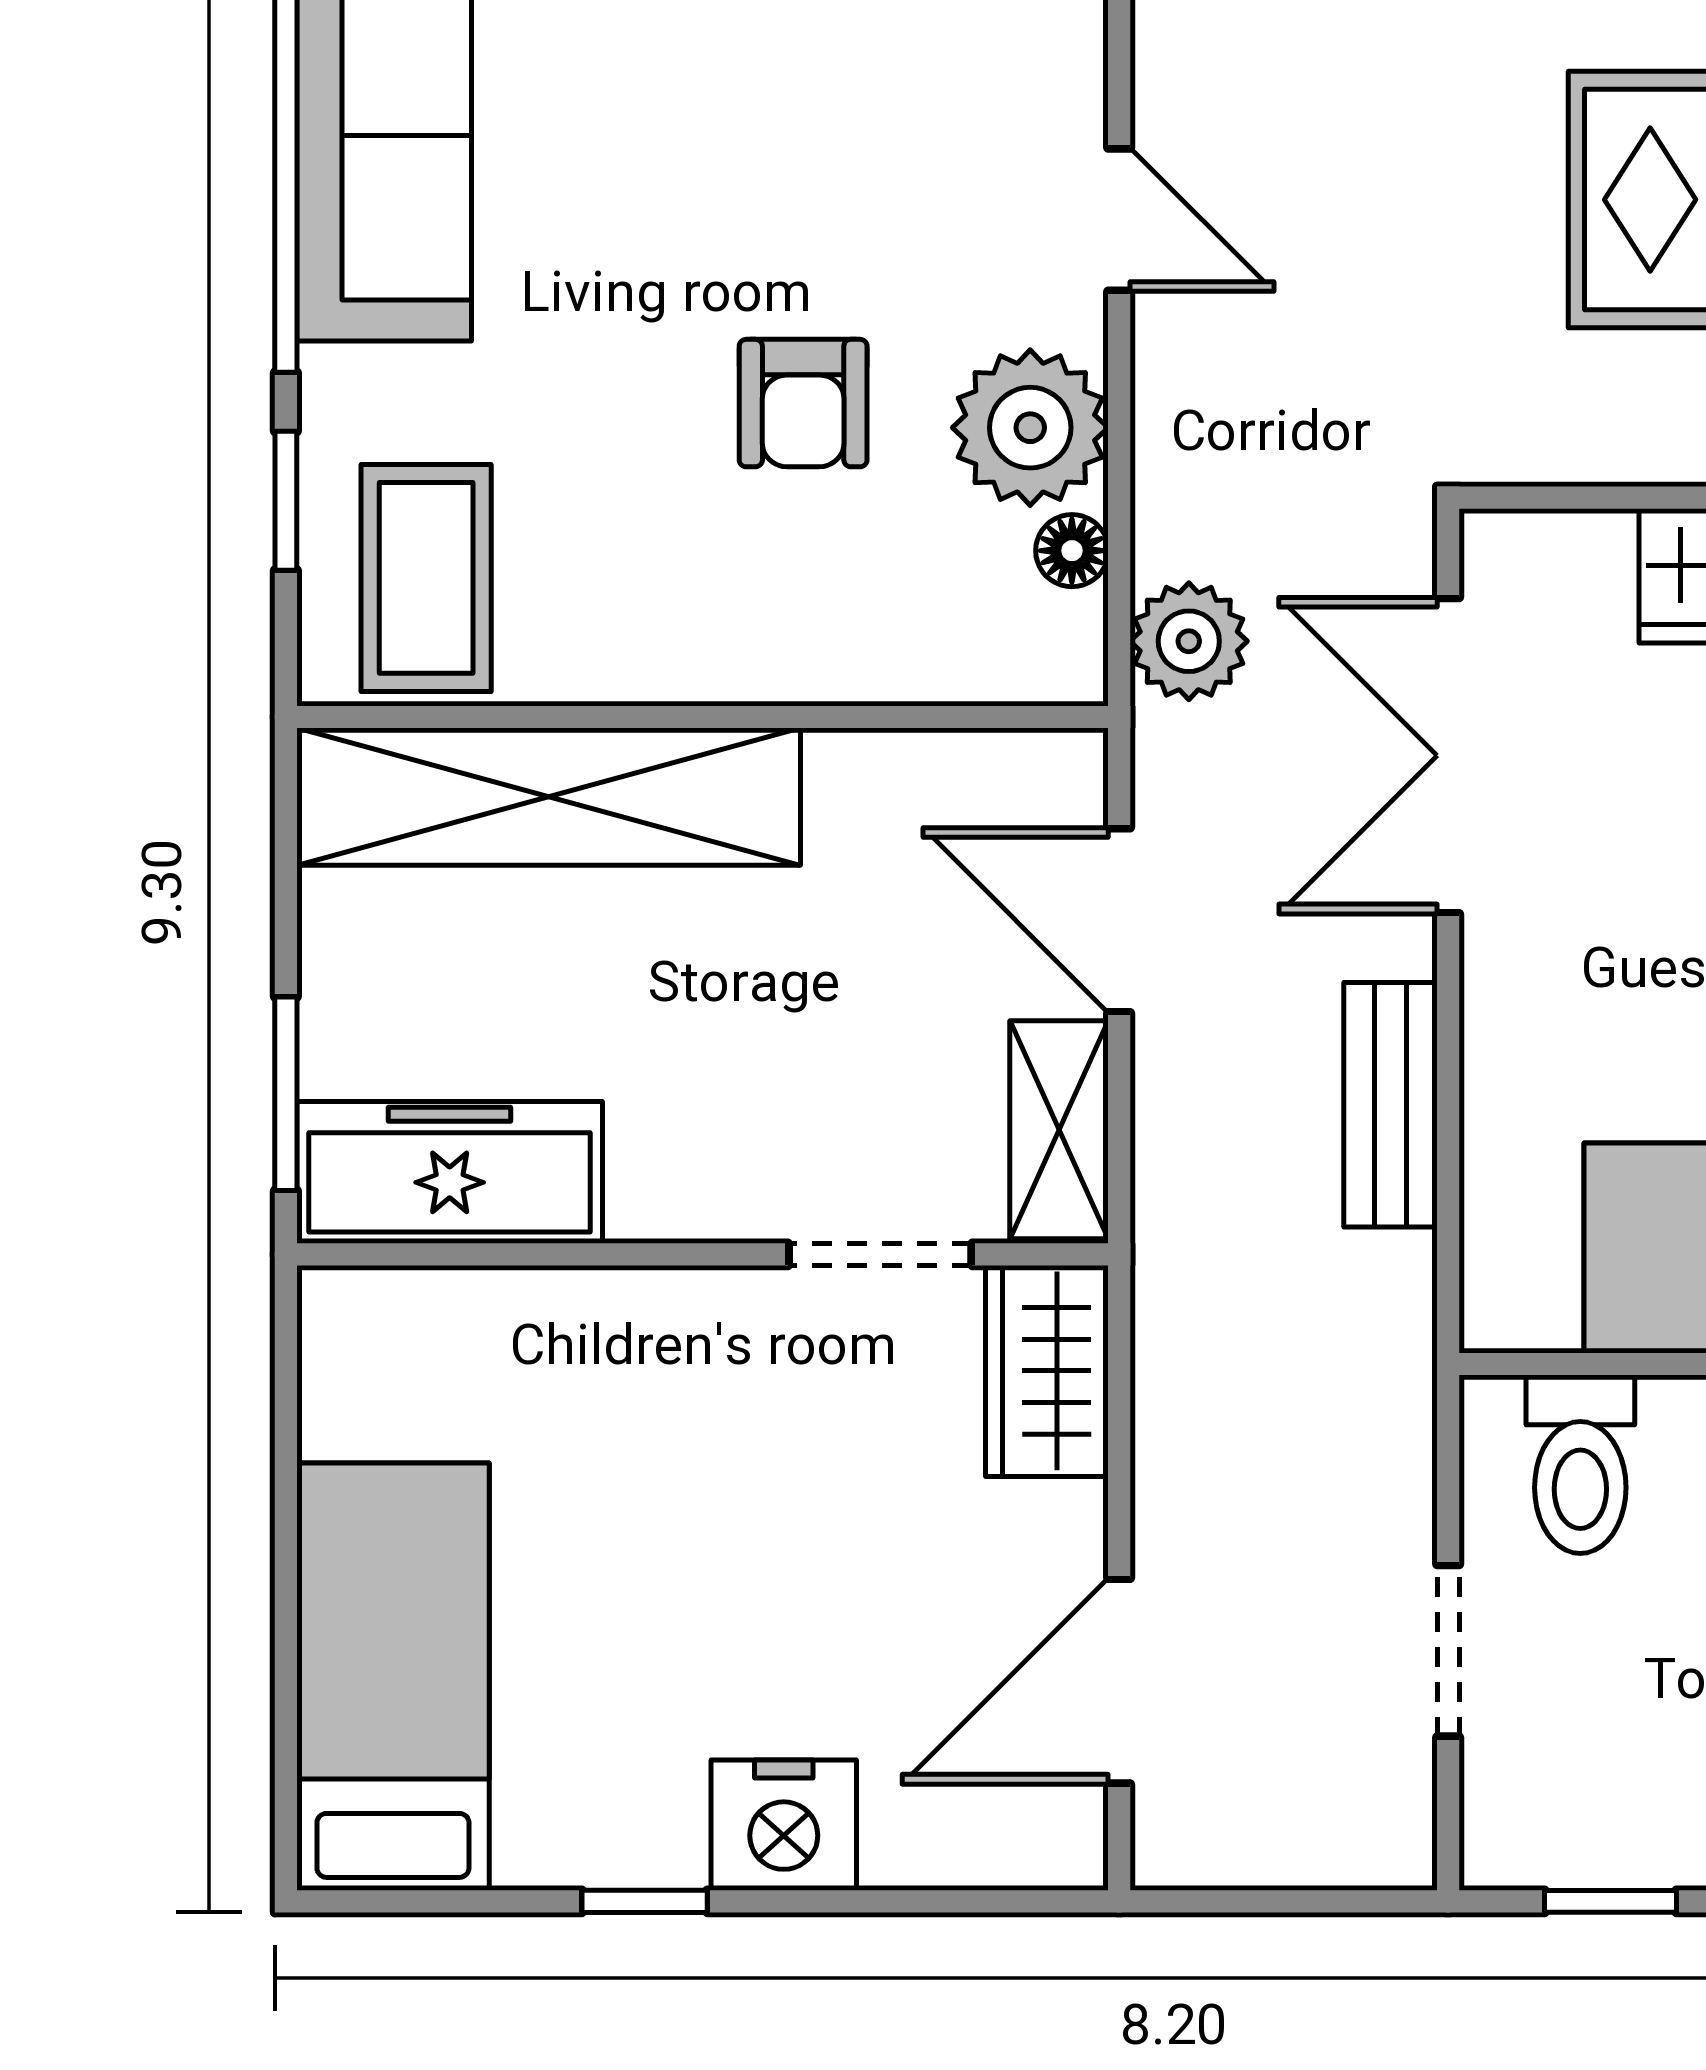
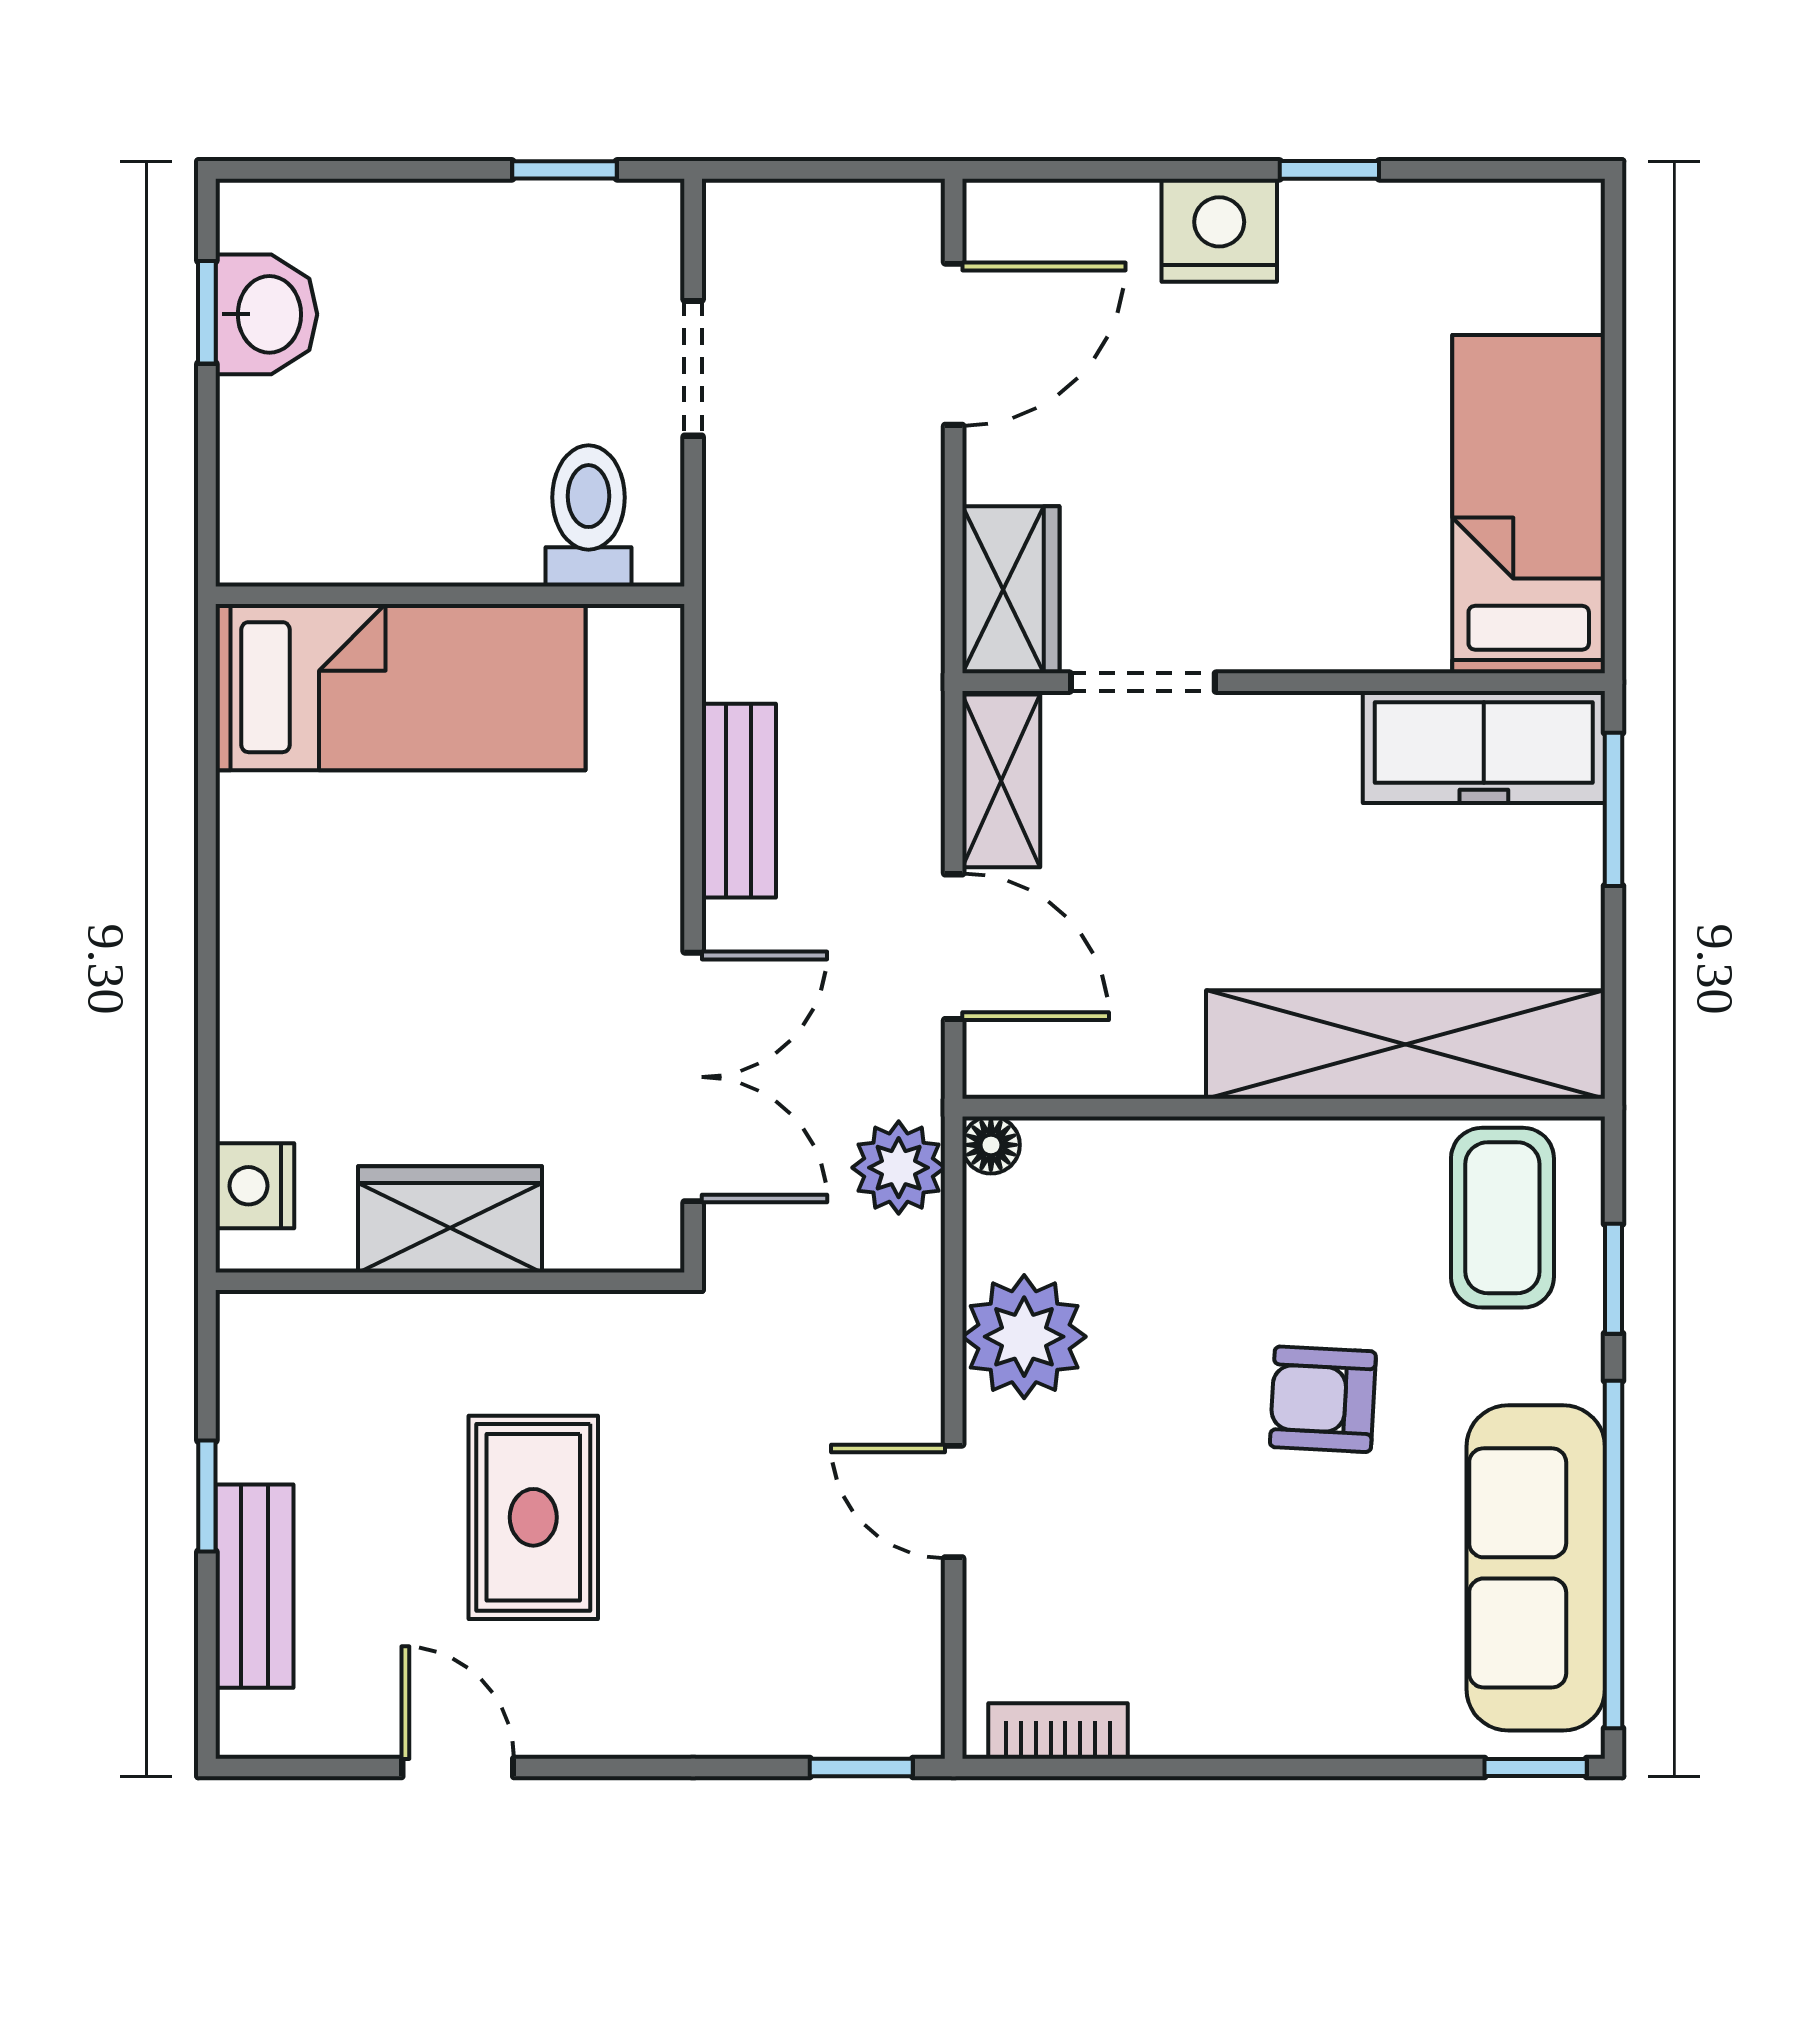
armchair: (803, 403) -> (1323, 1399), moved, turned -87
floor lamp: (1072, 551) -> (991, 1145), moved
bed: (393, 1677) -> (1529, 504), moved, turned 180

